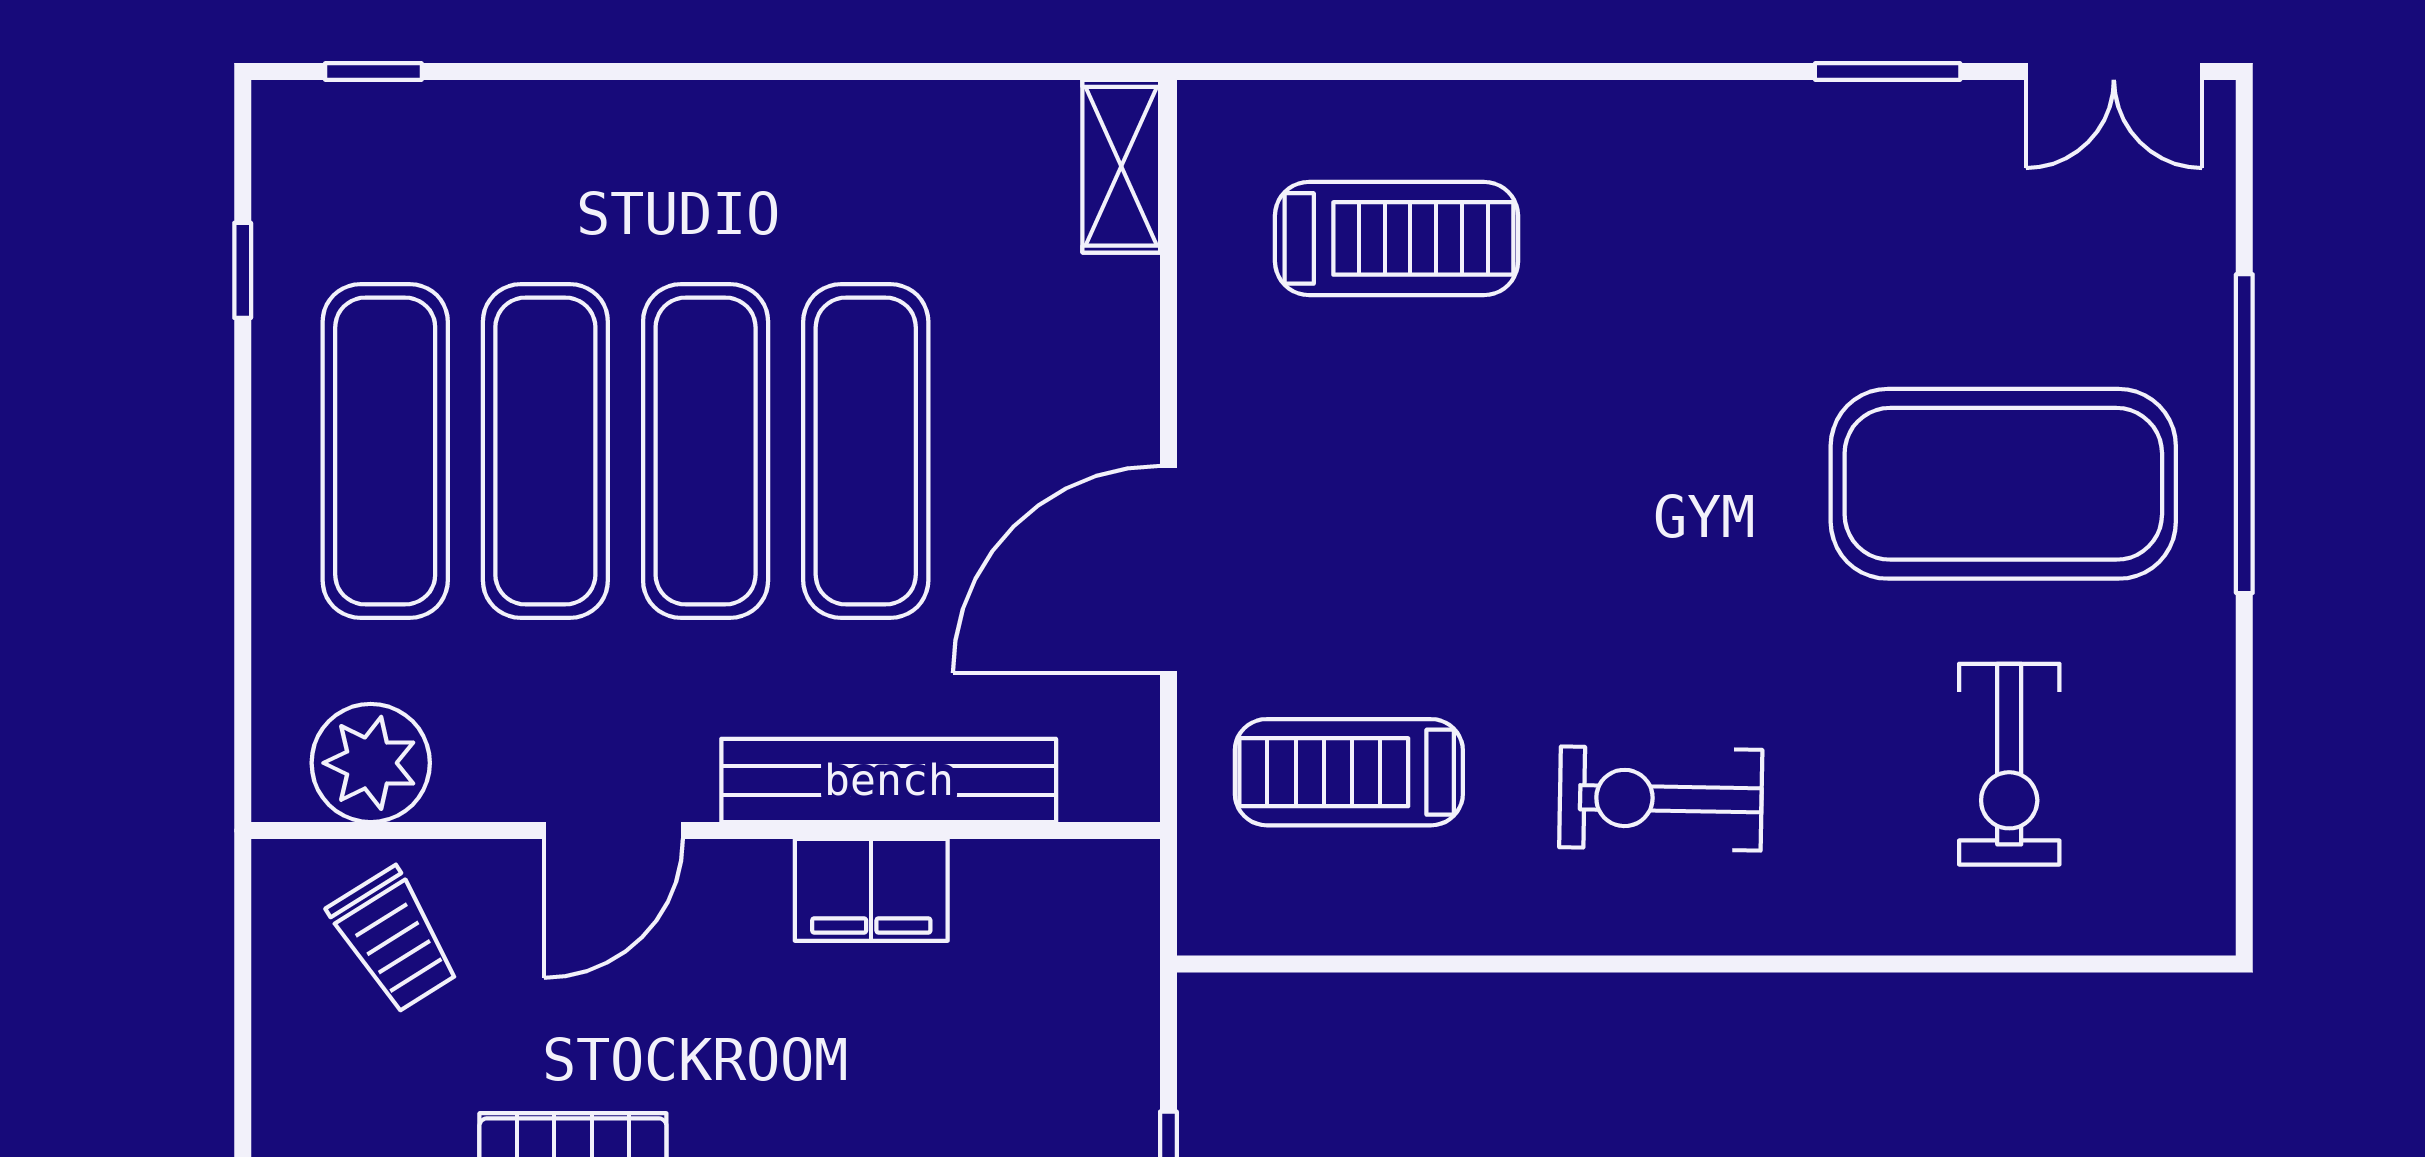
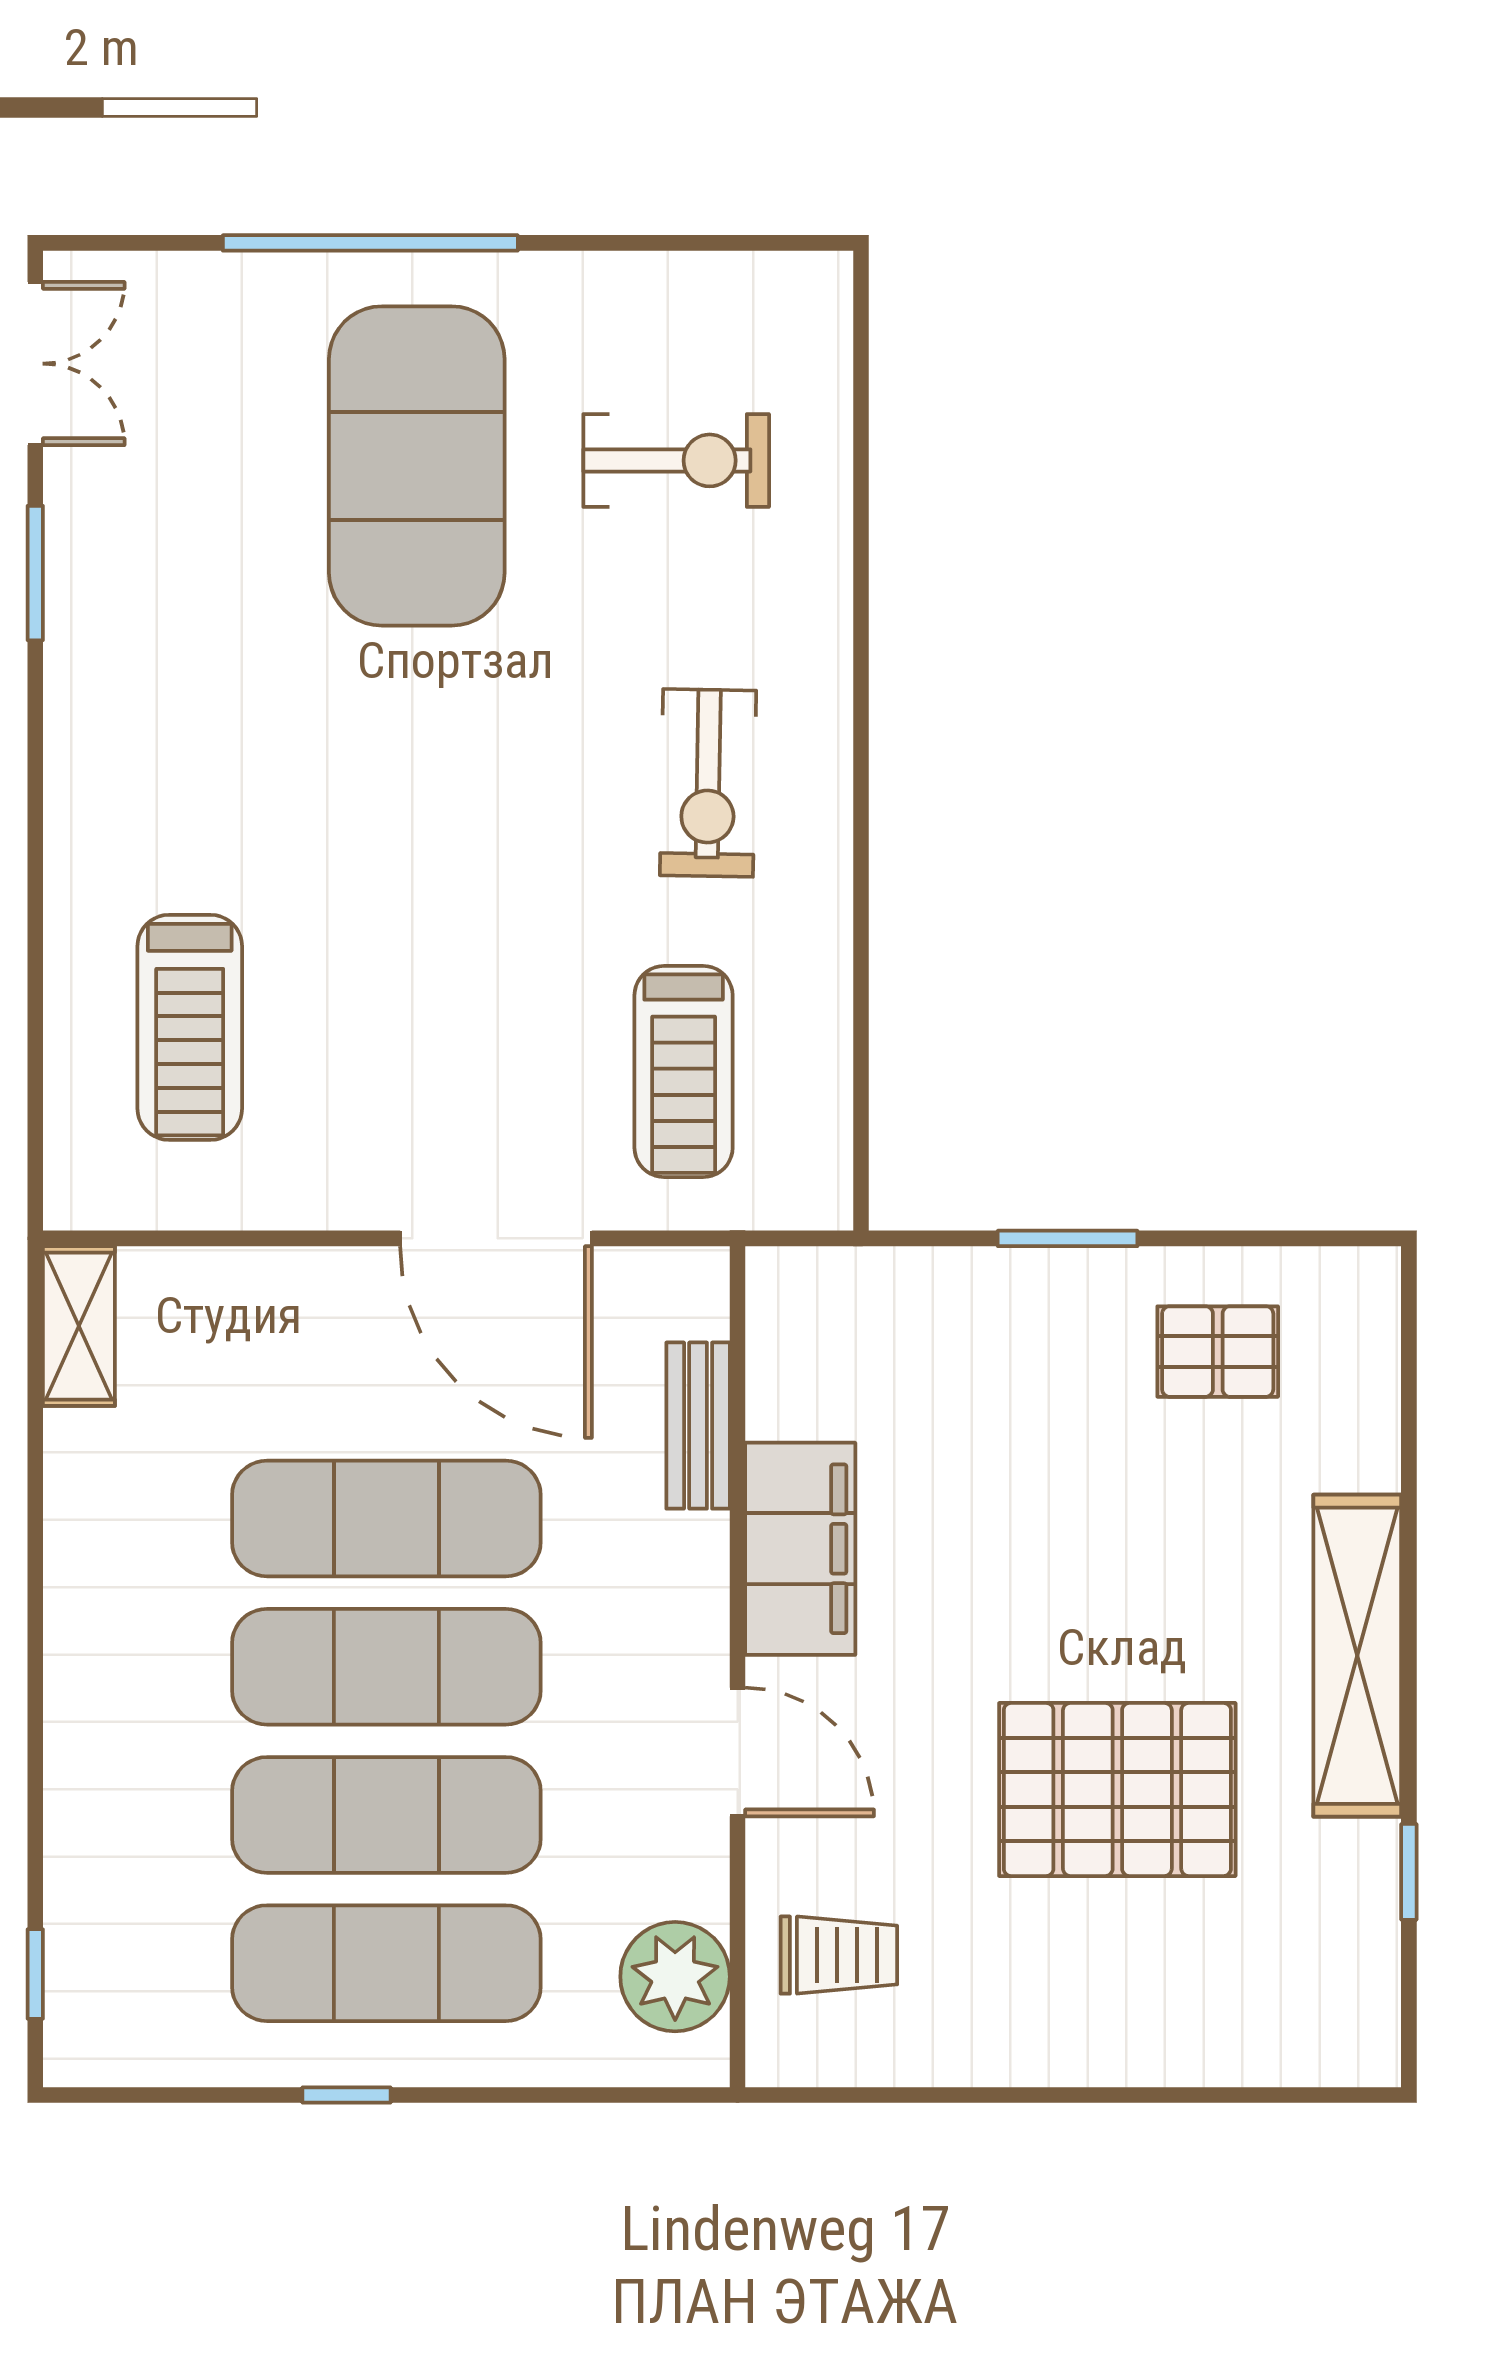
shelving: (1121, 166) -> (79, 1326), moved, turned 90
treadmill: (1397, 238) -> (190, 1027), turned 180
window: (243, 270) -> (347, 2095), moved
bench: (889, 780) -> (698, 1426), width x0.54, depth x0.82
filing cabinet: (871, 890) -> (800, 1549), width x1.50, depth x1.17
trolley: (394, 940) -> (839, 1955), turned 32

